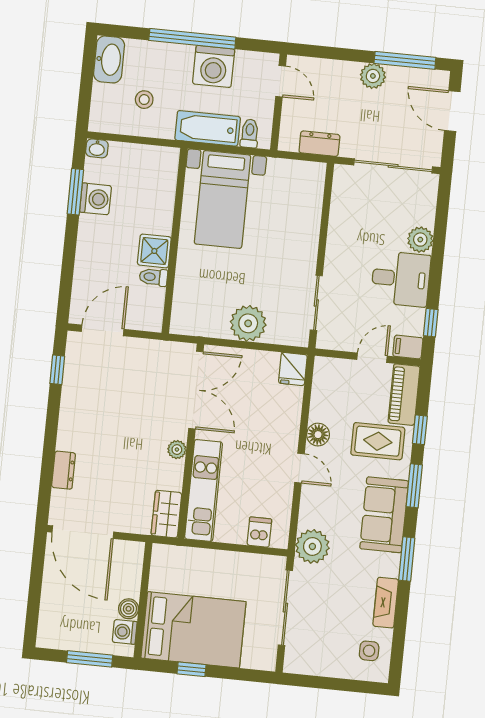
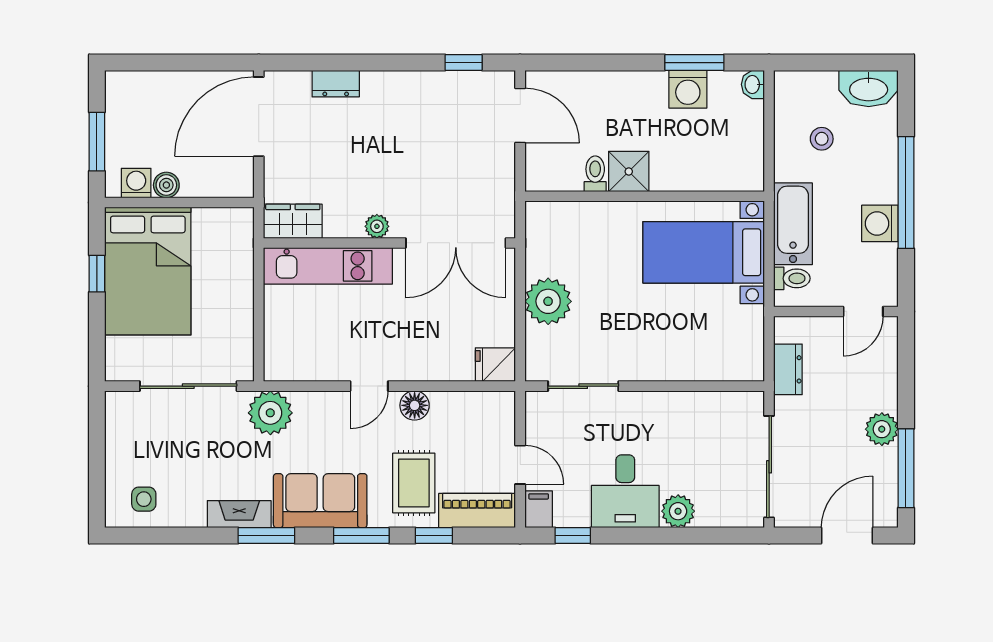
washing machine: (214, 66) -> (880, 223), width x0.73, depth x0.73
dishwasher: (259, 532) -> (282, 343), removed
fireplace: (386, 603) -> (239, 514), moved

